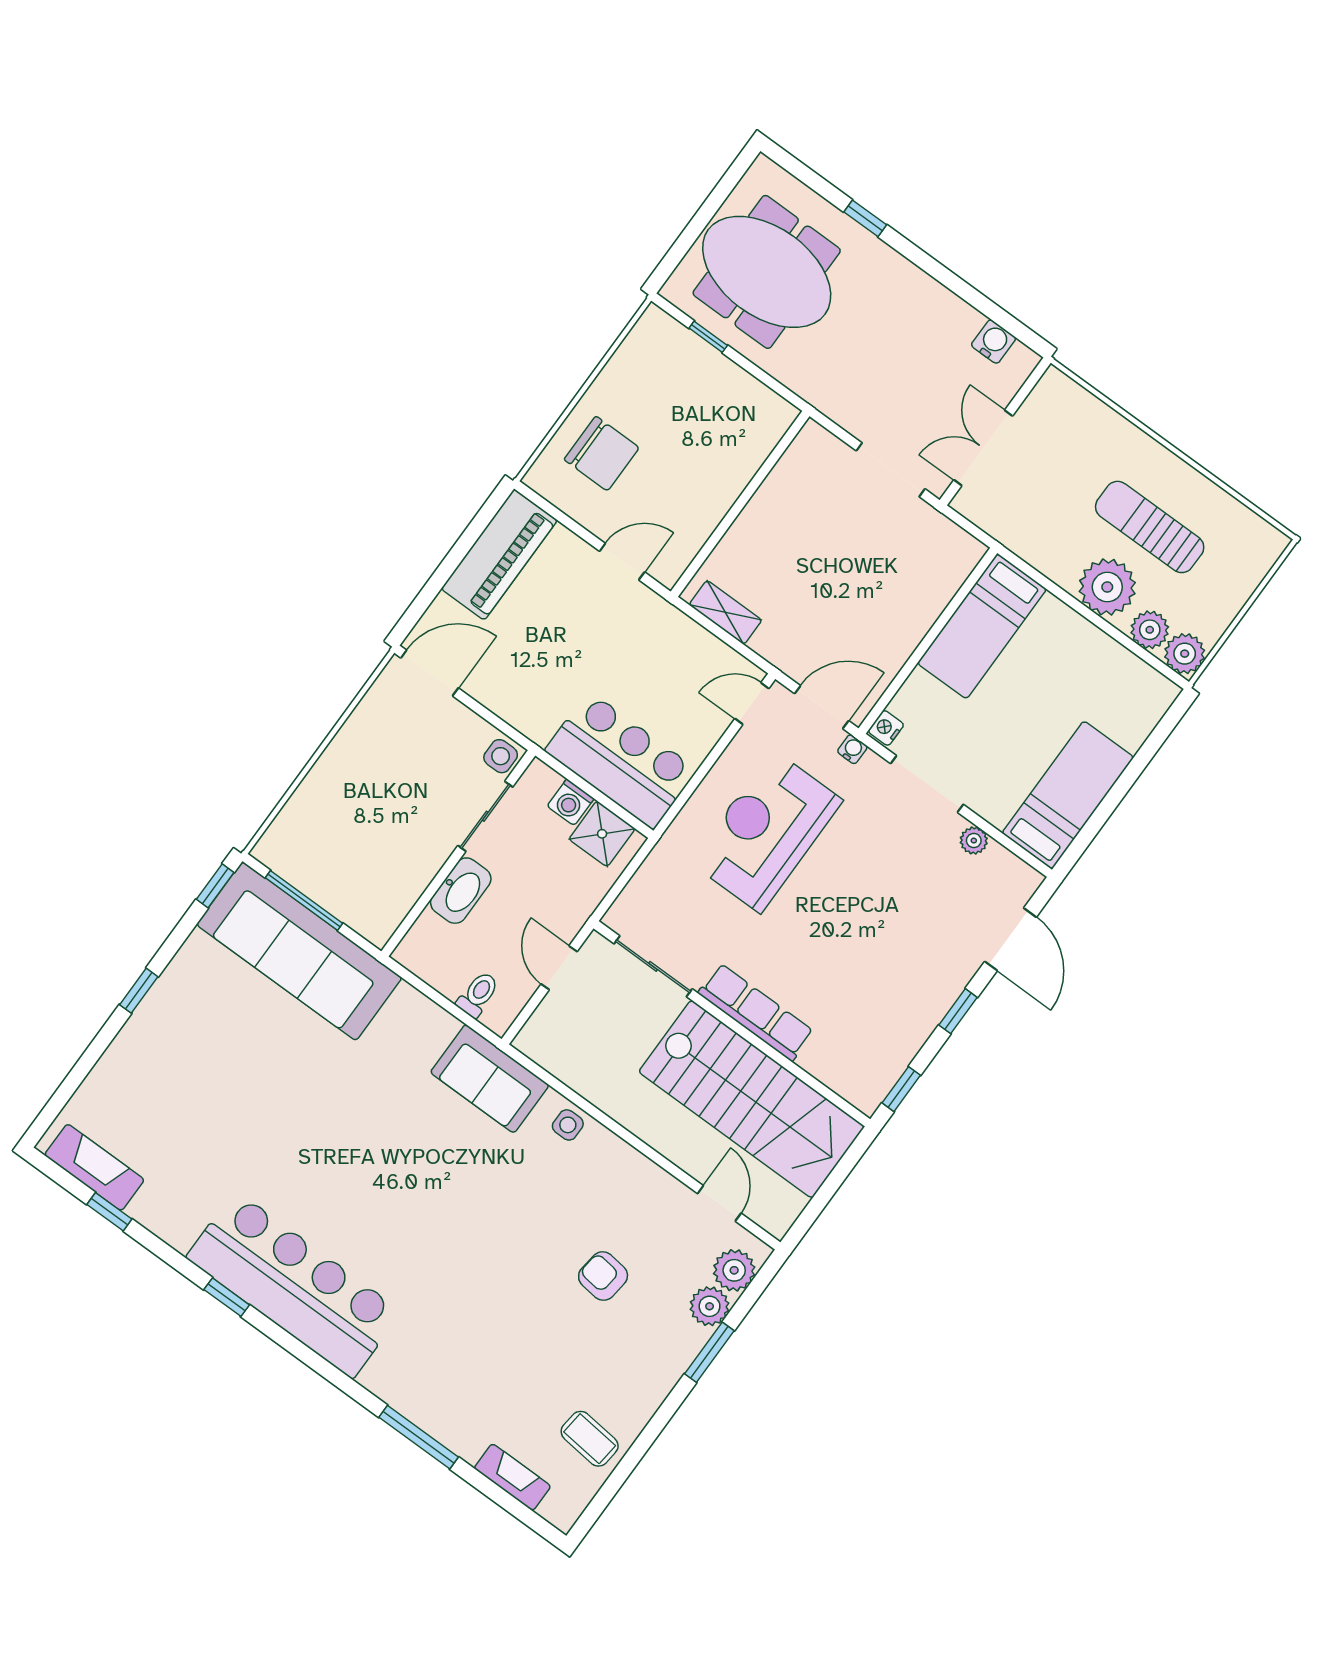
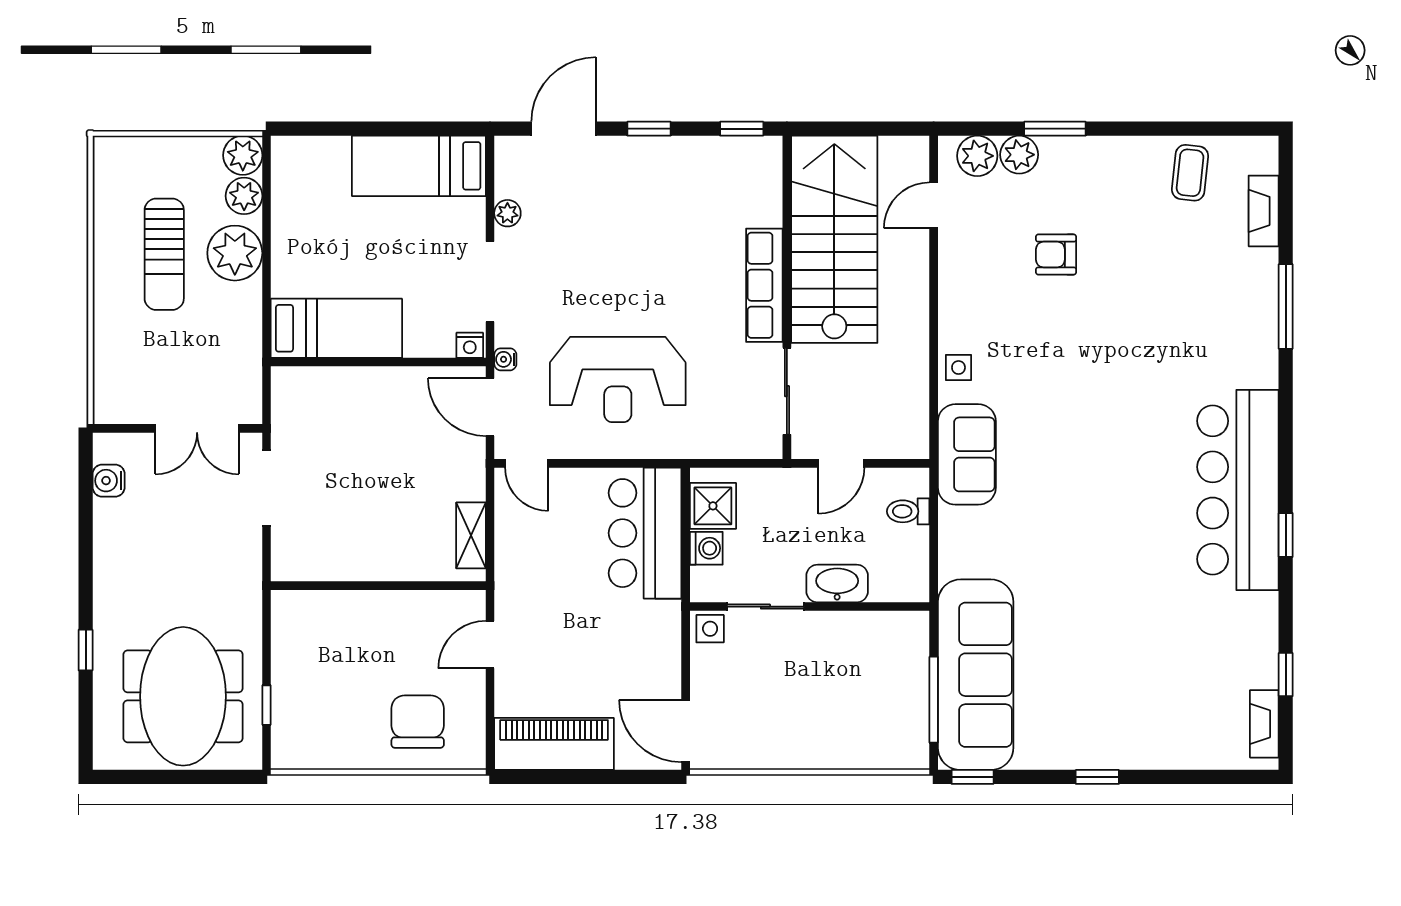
door: (622, 562) -> (490, 645), hinge flipped
fireplace: (94, 1167) -> (1264, 724), width x0.73, depth x0.76
armchair: (603, 1276) -> (1056, 255), turned 83

